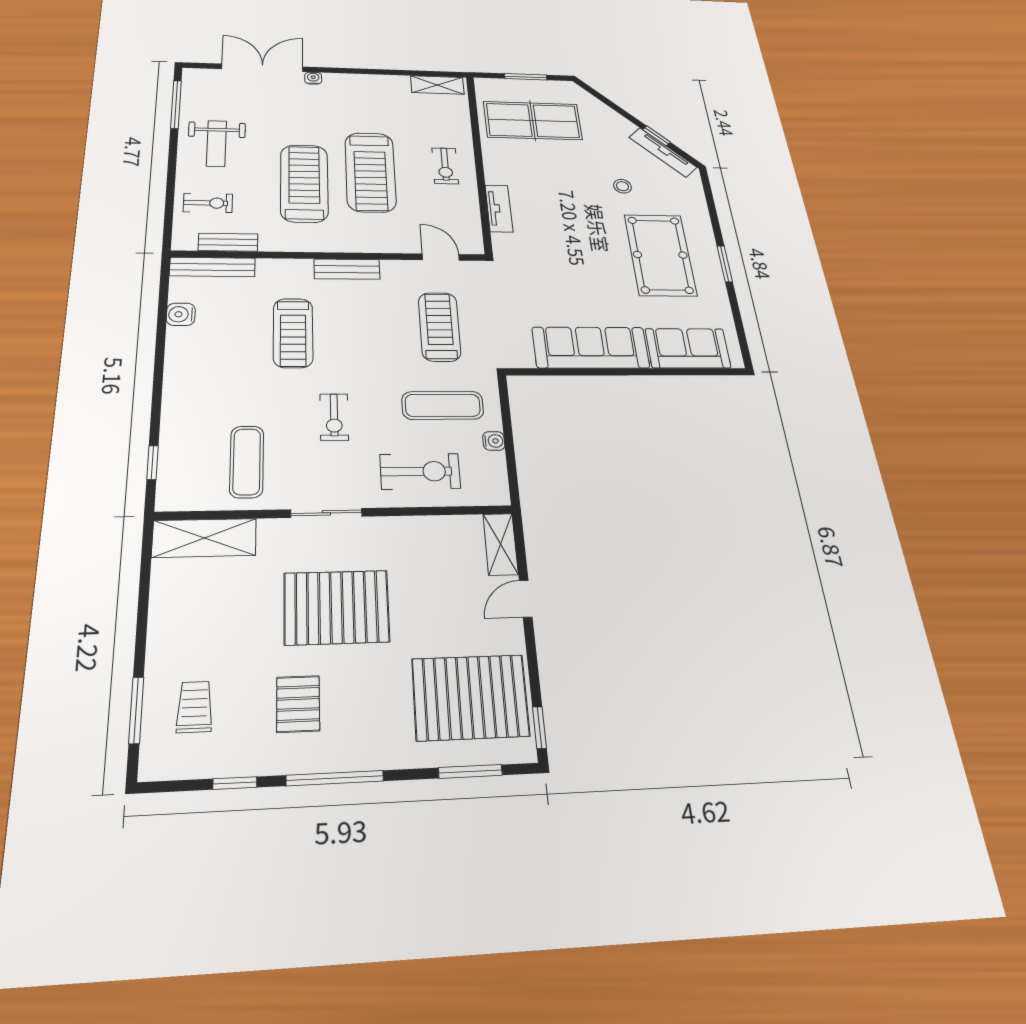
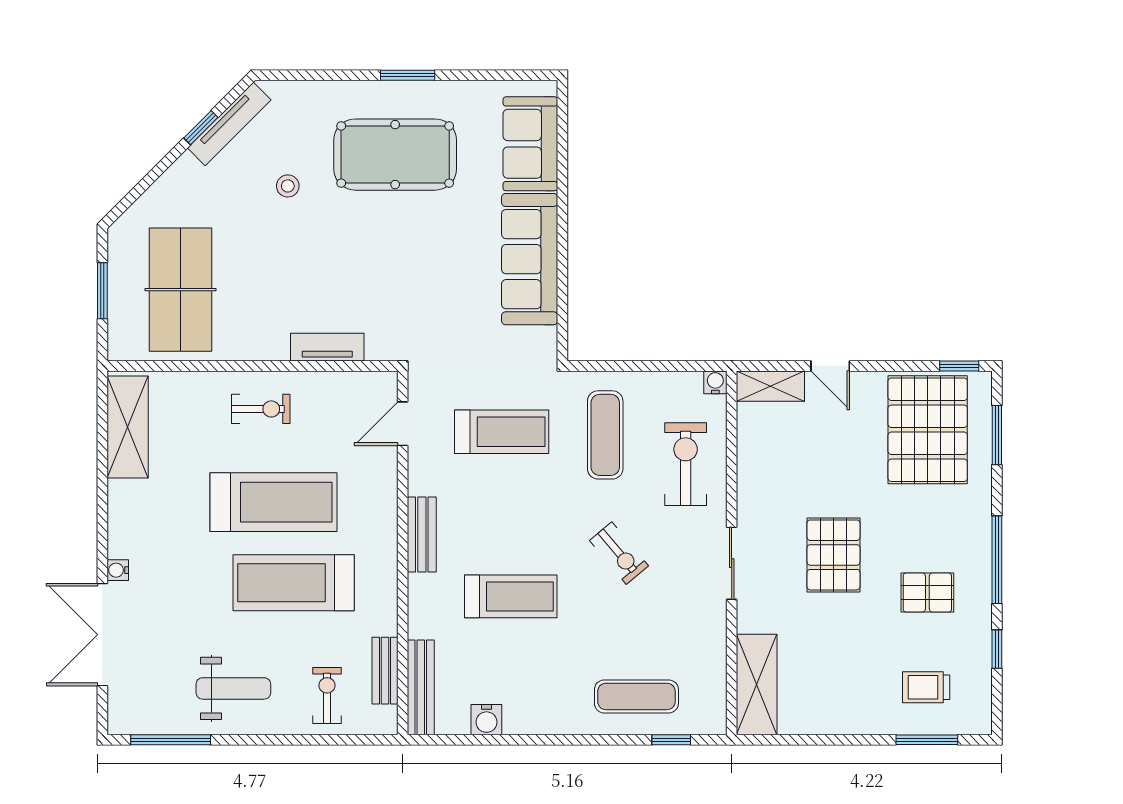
shelving: (437, 85) -> (128, 427), width x1.50, depth x1.33
treadmill: (440, 327) -> (502, 432), turned 180
exercise bike: (334, 417) -> (619, 553), turned 50
water cooler: (494, 441) -> (715, 382), moved
exercise mat: (247, 462) -> (636, 696), moved
pallet: (336, 607) -> (833, 555), width x0.73, depth x0.71

